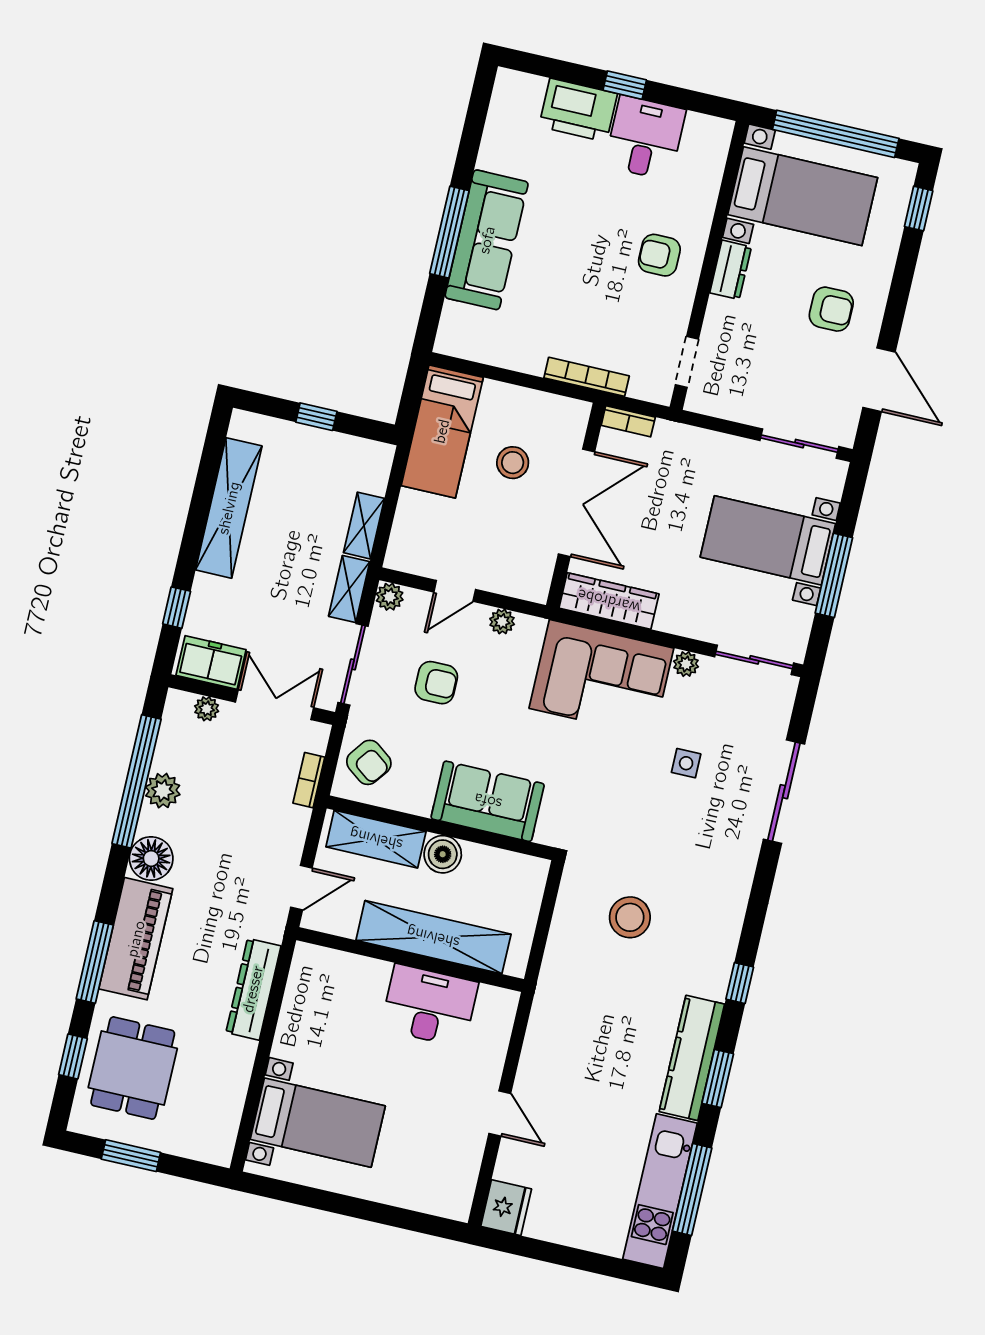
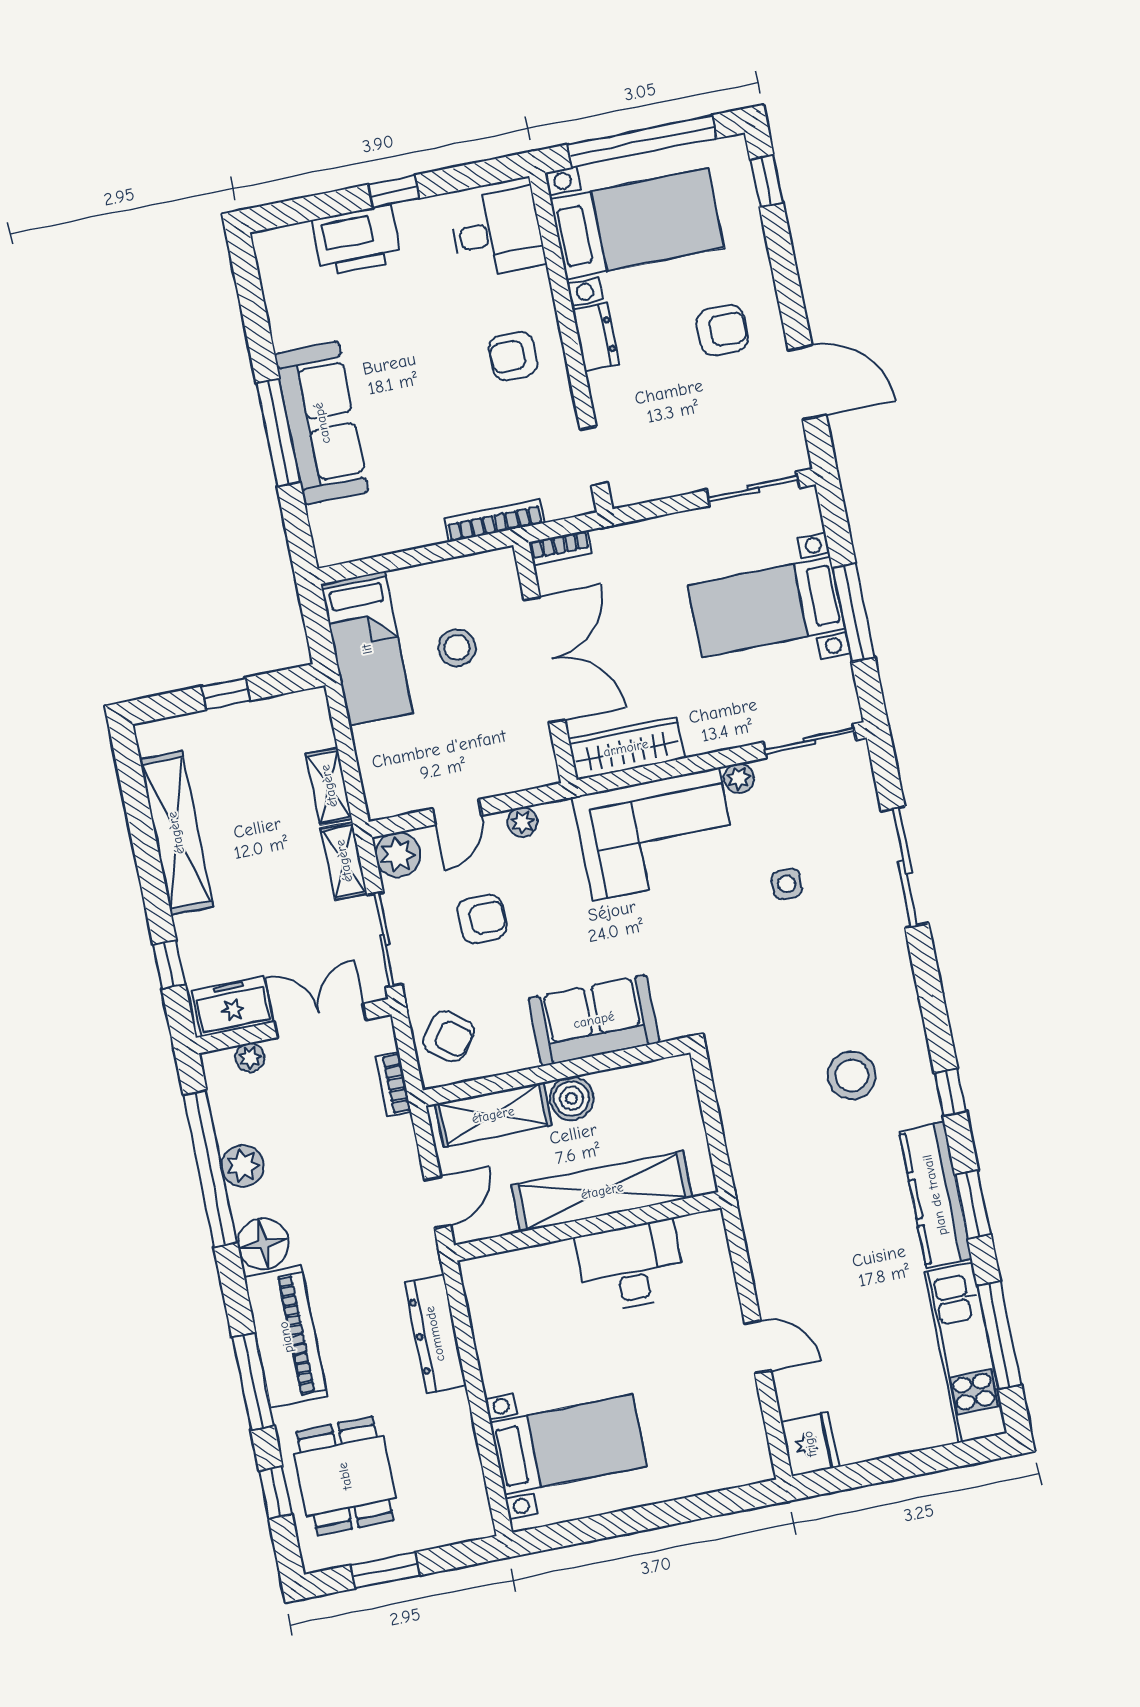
desk: (645, 138) -> (497, 233), moved, turned 90
plant: (390, 597) -> (398, 855), width x1.38, depth x1.38
stool: (630, 917) -> (852, 1075), moved

